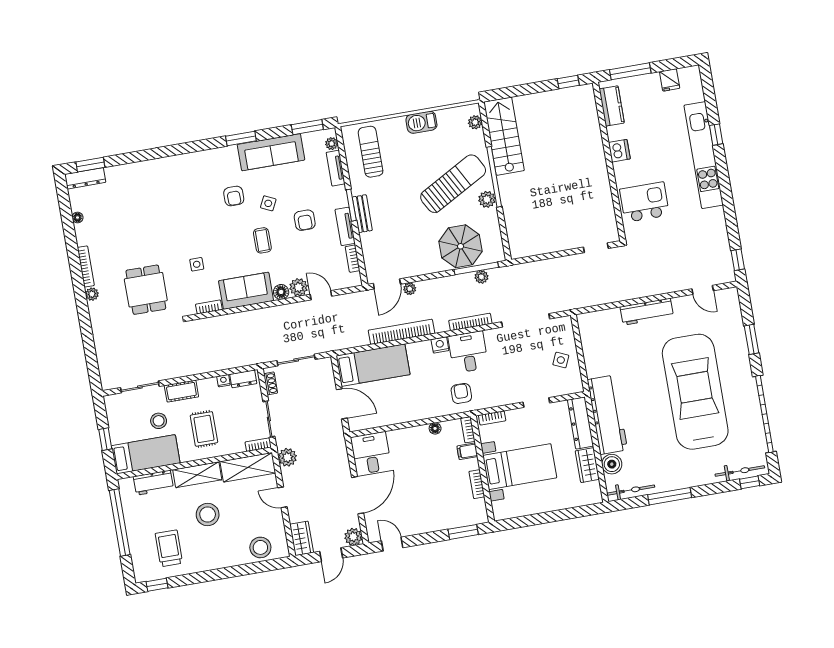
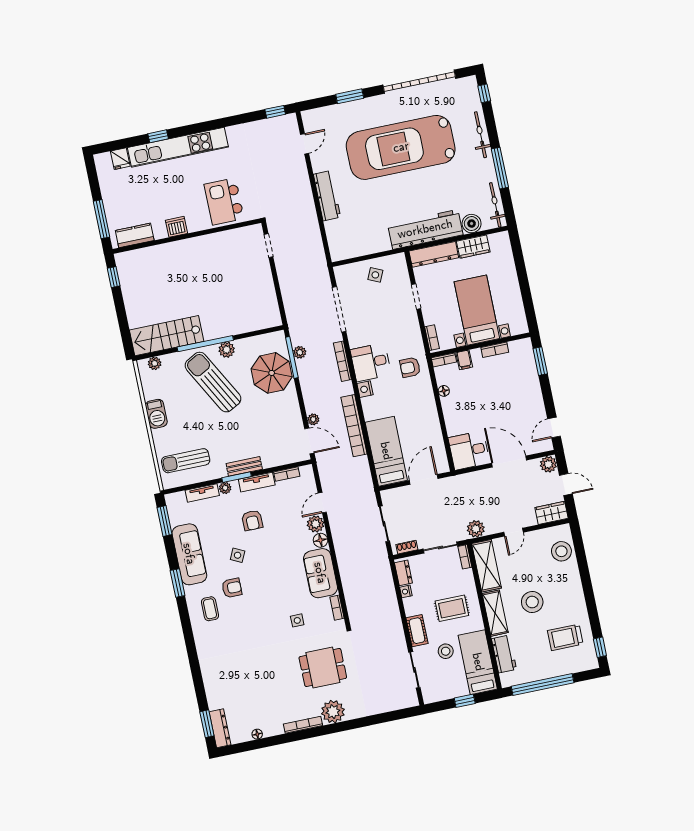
fridge: (670, 80) -> (120, 159), moved, turned 90
plant: (332, 144) -> (225, 488), moved
armchair: (305, 220) -> (252, 520), turned 90
coffee table: (262, 240) -> (210, 609), moved, turned 90
plant: (92, 294) -> (333, 712), width x1.88, depth x1.88
bicycle: (740, 471) -> (480, 135), moved

